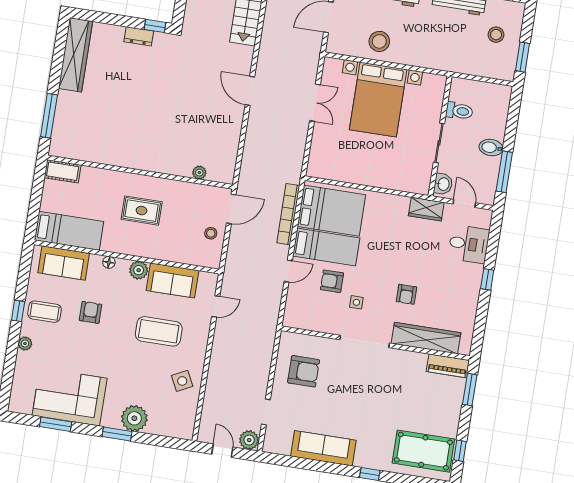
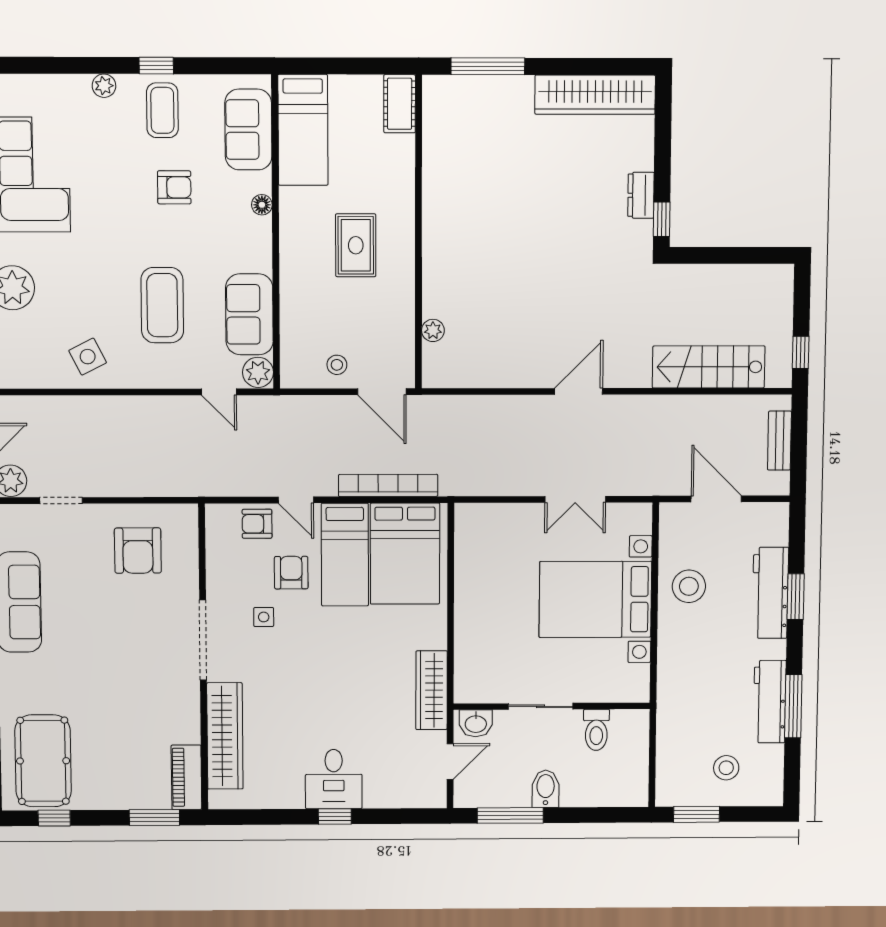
wardrobe: (426, 209) -> (432, 690), width x1.50
desk: (469, 244) -> (334, 779), moved
plant: (139, 270) -> (258, 372), moved
armchair: (406, 294) -> (257, 524), moved

